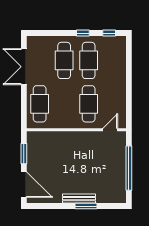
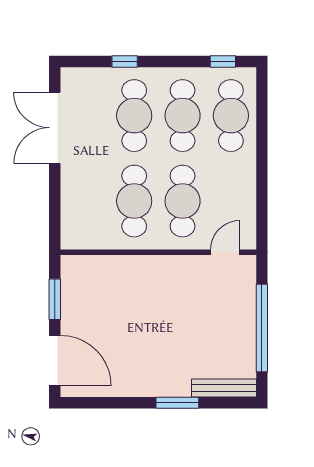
window: (83, 33) -> (125, 61), moved
cafe table: (113, 60) -> (231, 116), added
cafe table: (40, 104) -> (134, 201), moved
bench: (79, 199) -> (224, 388), moved

